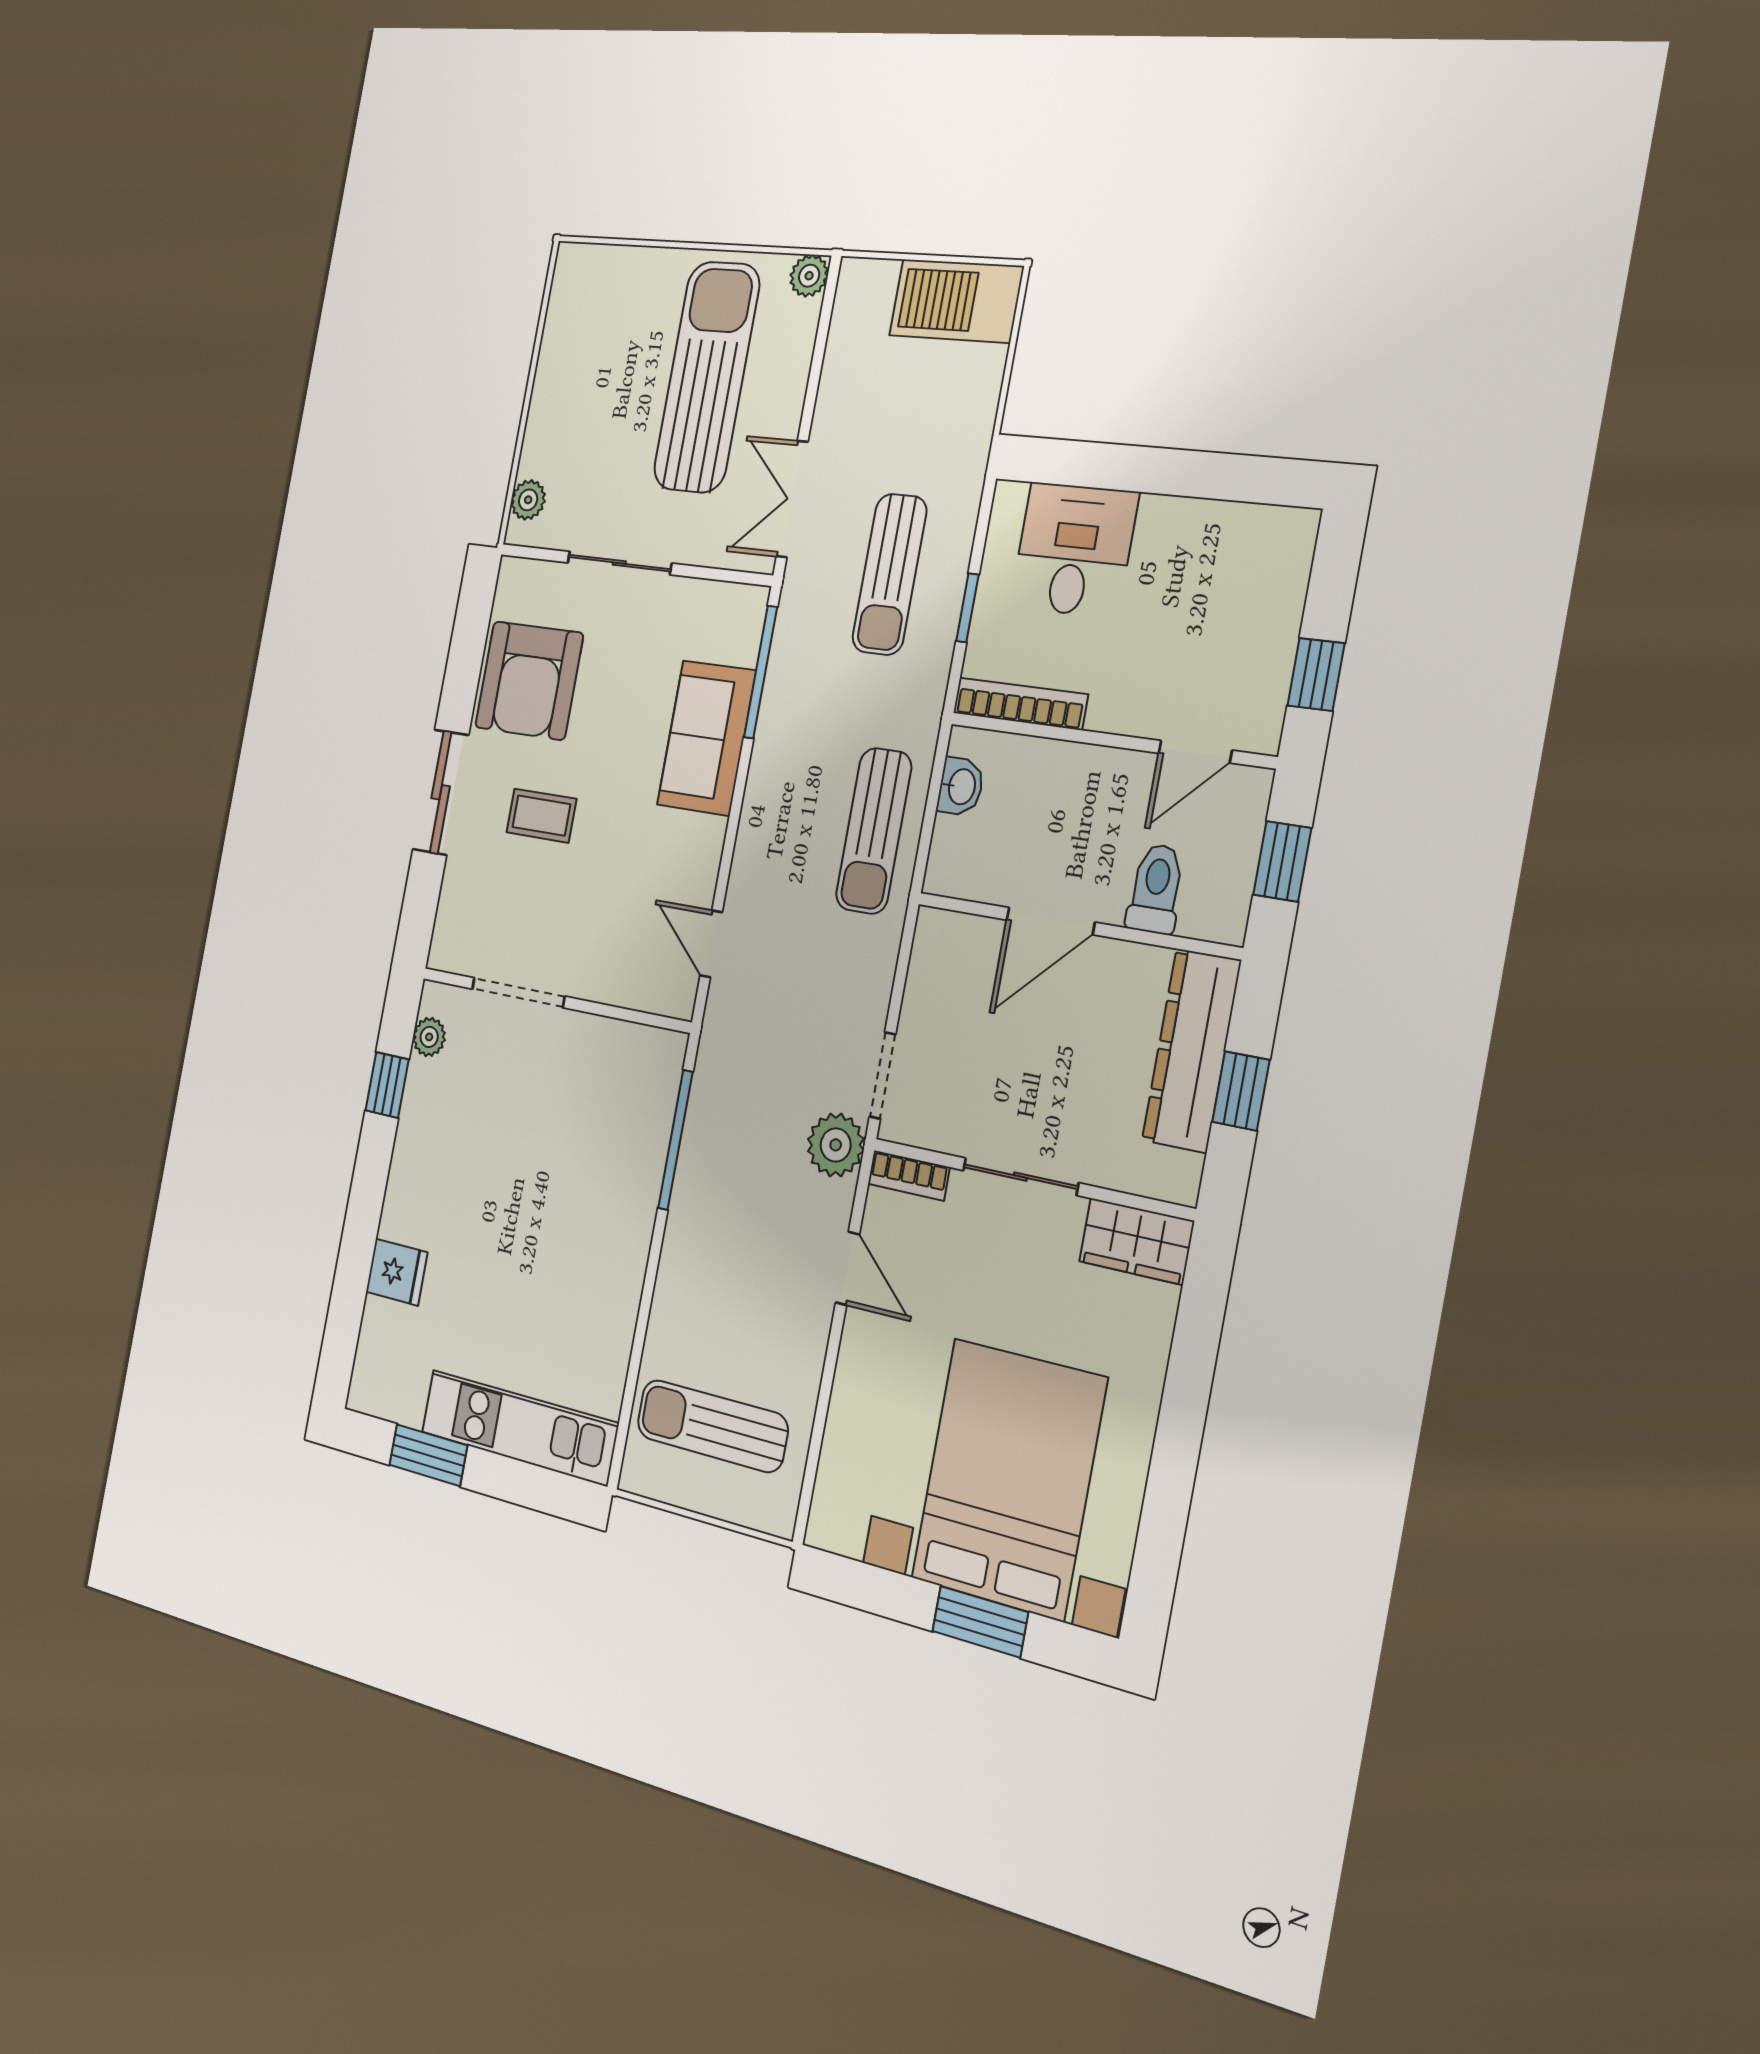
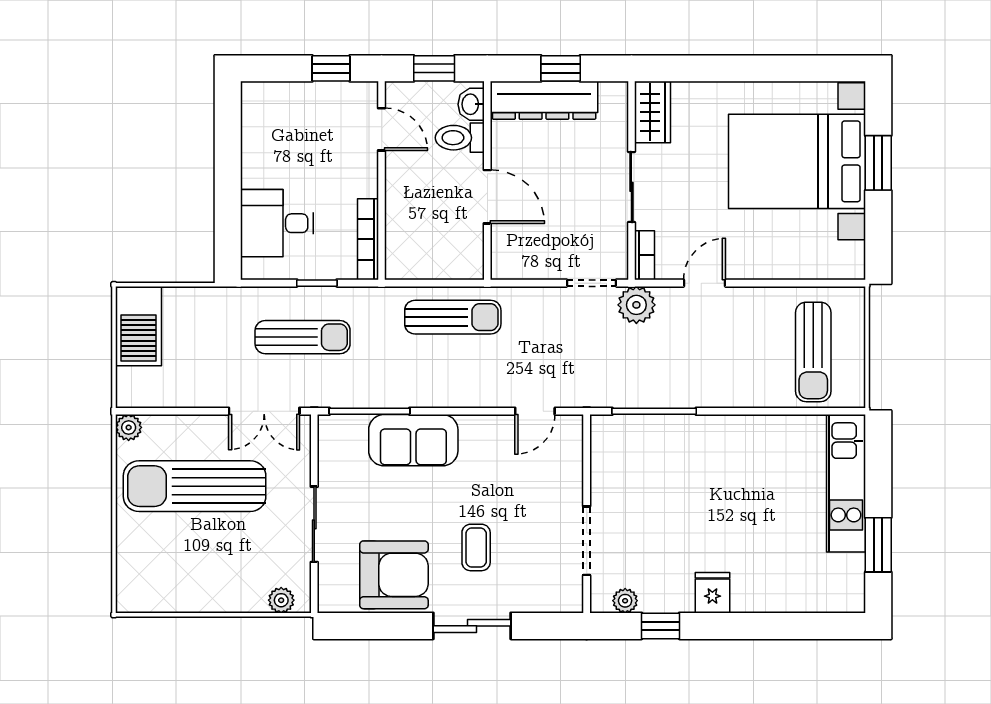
washbasin: (961, 787) -> (471, 104), moved, turned -90
fridge: (397, 1272) -> (712, 593), moved

